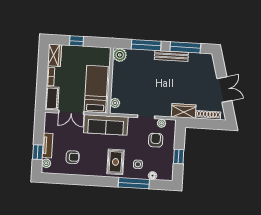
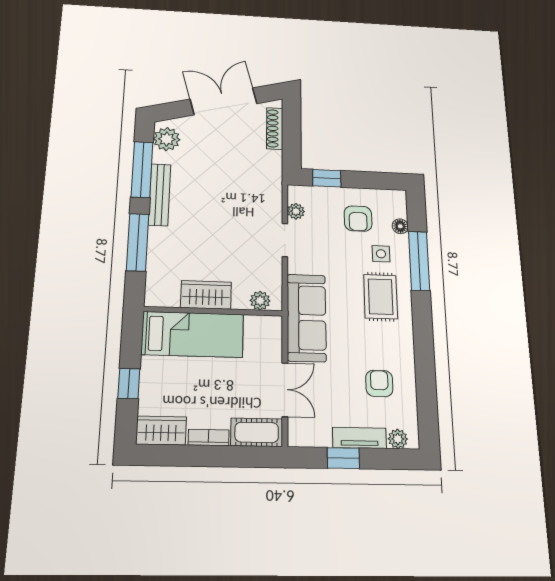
plant: (120, 55) -> (167, 139), moved
bed: (96, 89) -> (193, 334), moved, turned 180
double door: (224, 89) -> (224, 101), width x1.37
wardrobe: (184, 111) -> (206, 295), moved, turned 90
armchair: (156, 140) -> (358, 219), moved, turned -90
window: (38, 152) -> (343, 458), moved
window: (179, 157) -> (327, 178), moved
rug: (116, 162) -> (381, 297), turned 90

